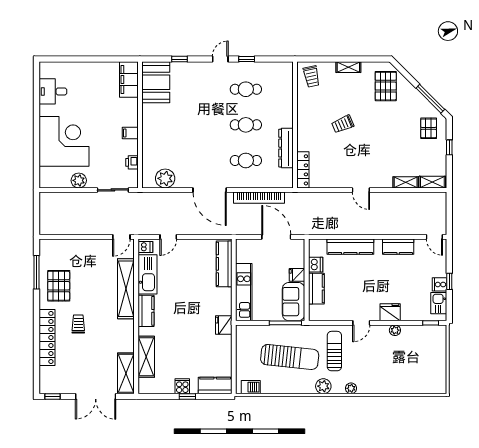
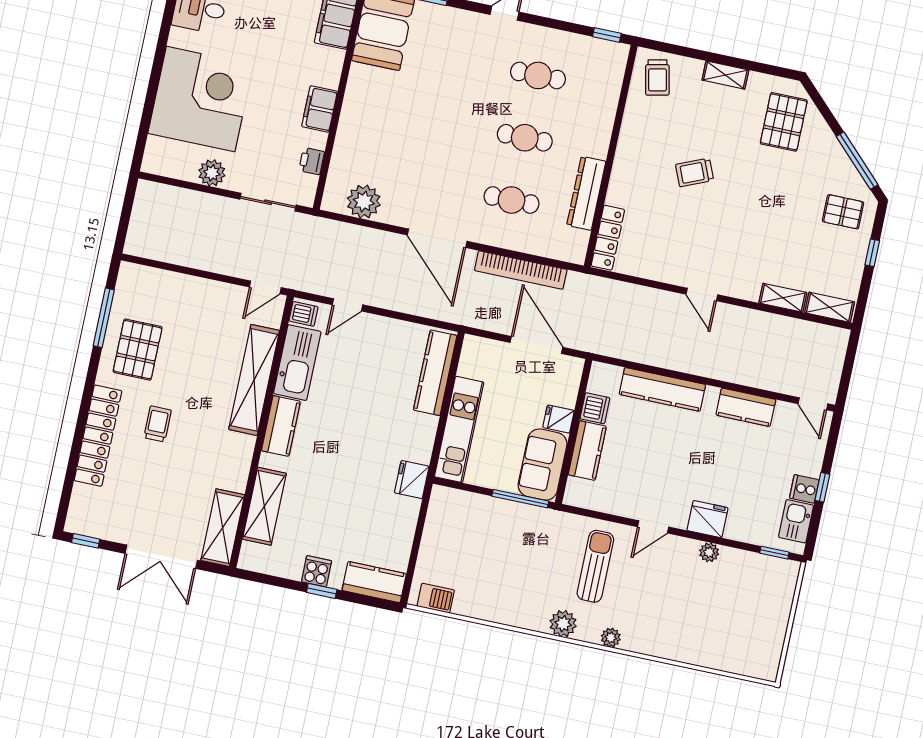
window: (247, 59) -> (607, 35), moved
pallet: (429, 128) -> (843, 212), turned 90
filing cabinet: (130, 133) -> (319, 109), width x2.00
sun lounger: (290, 357) -> (515, 560), removed

